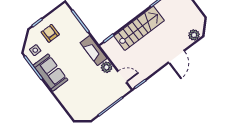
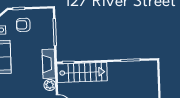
stairs: (139, 28) -> (82, 72), moved
armchair: (50, 33) -> (23, 25), turned -90

